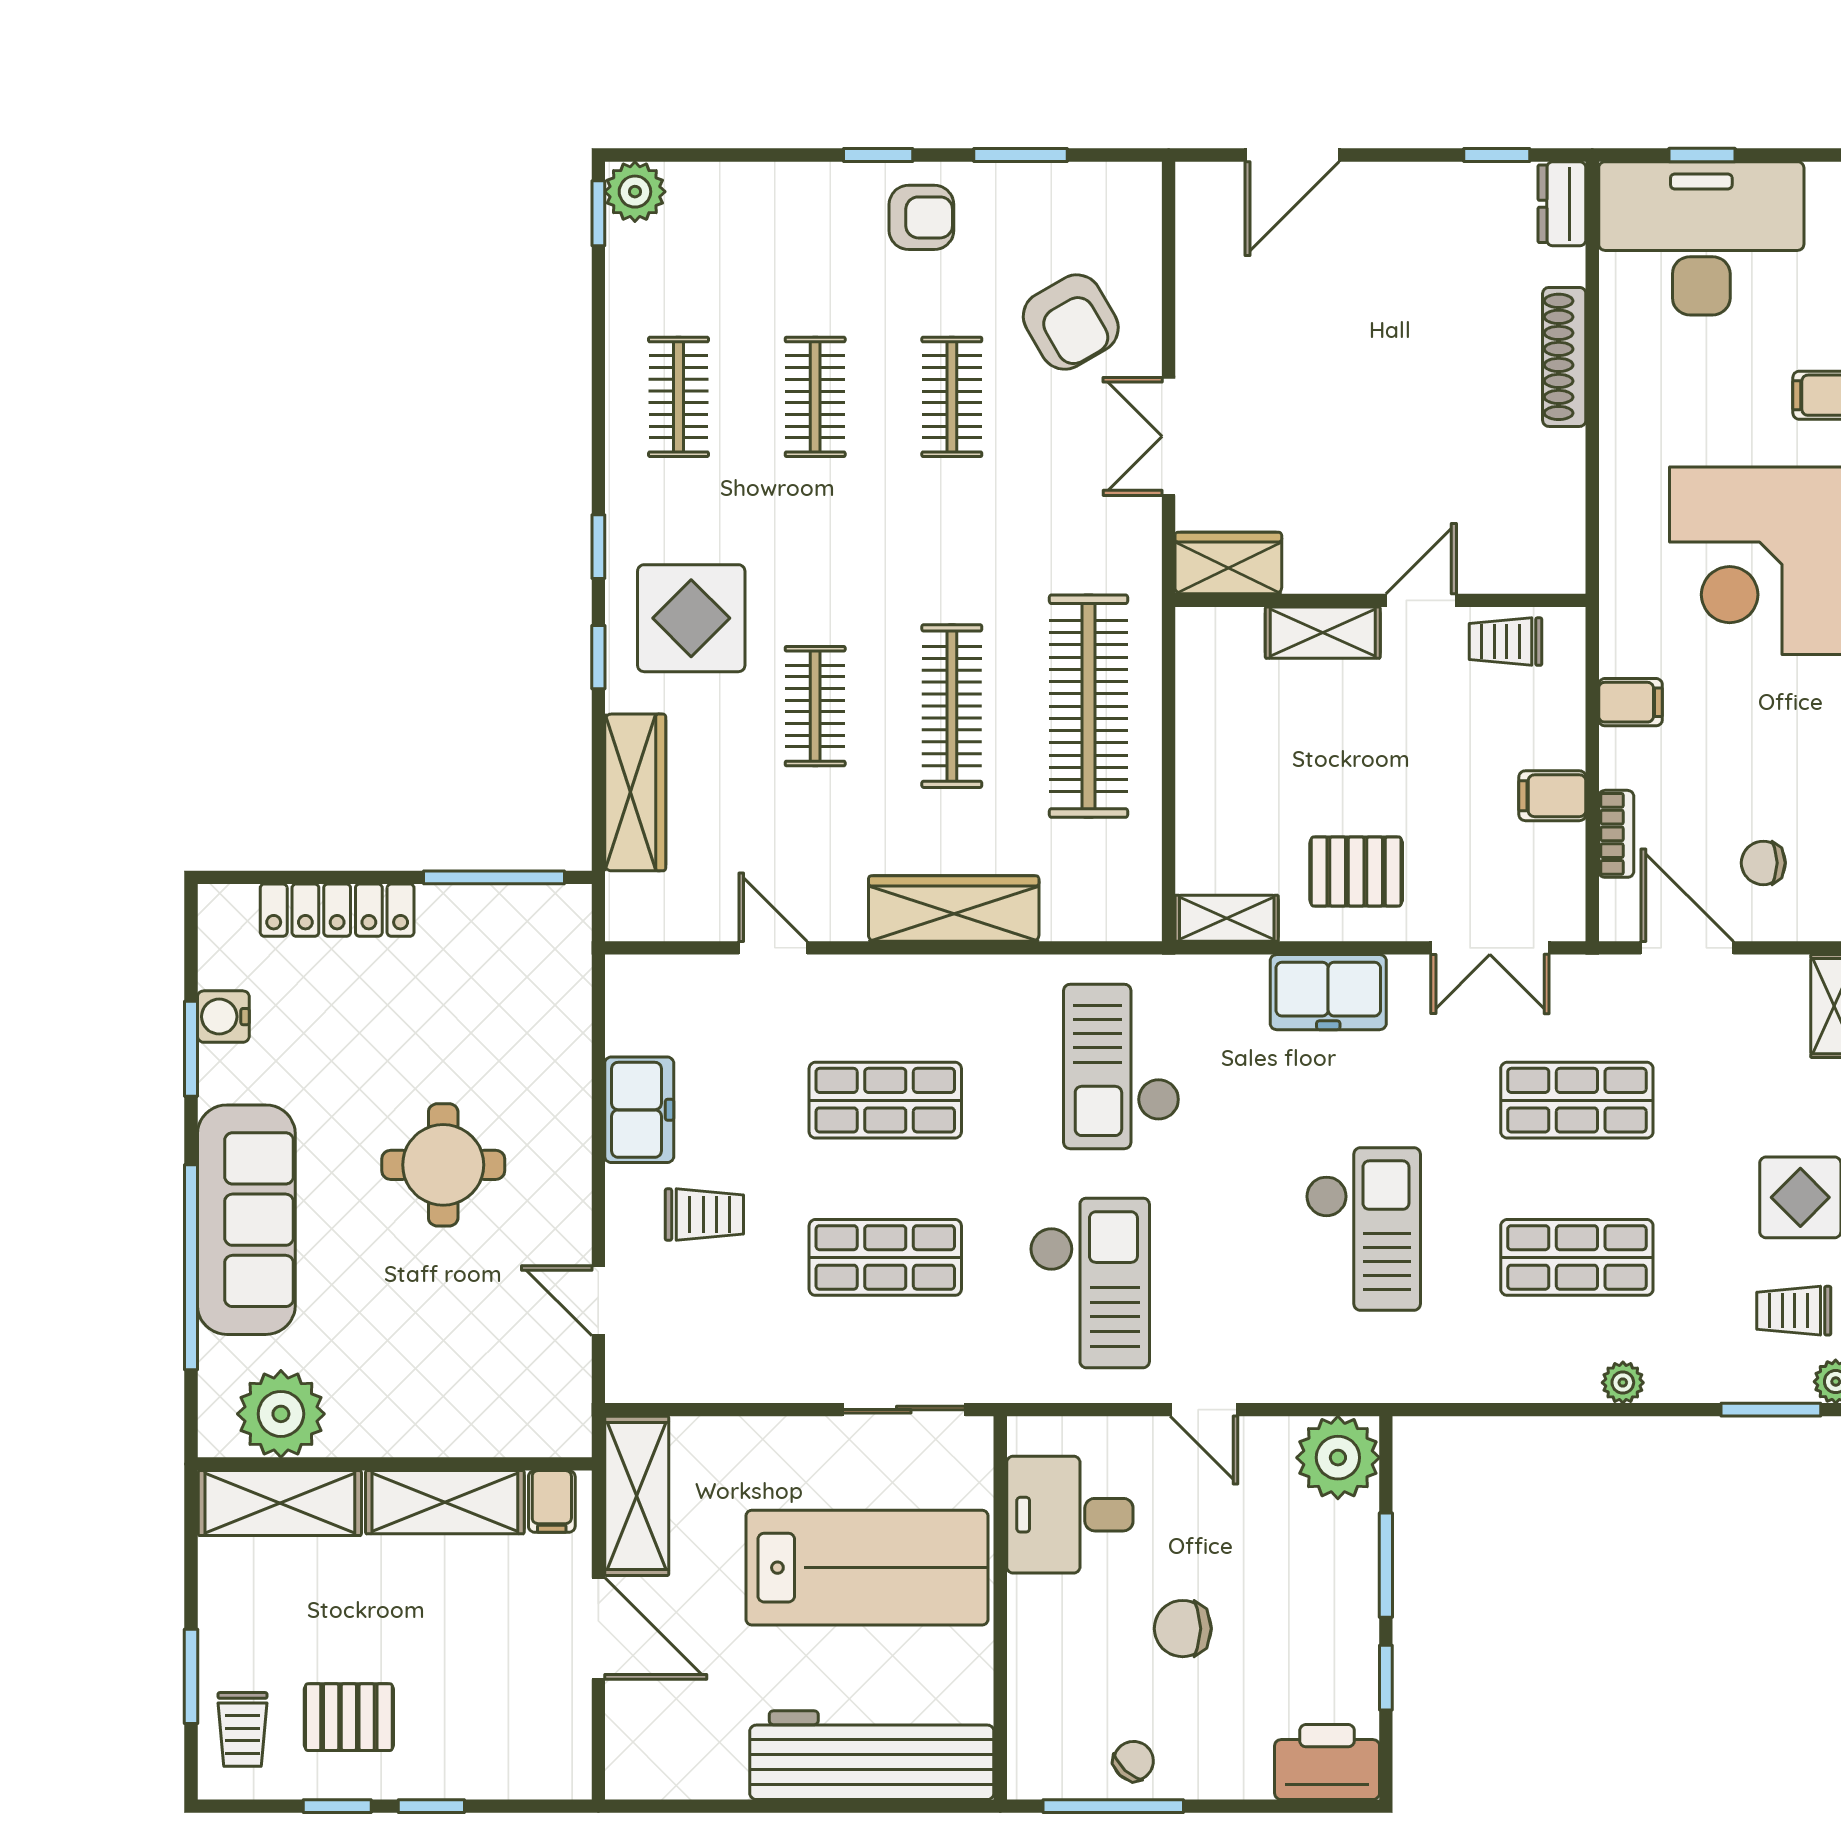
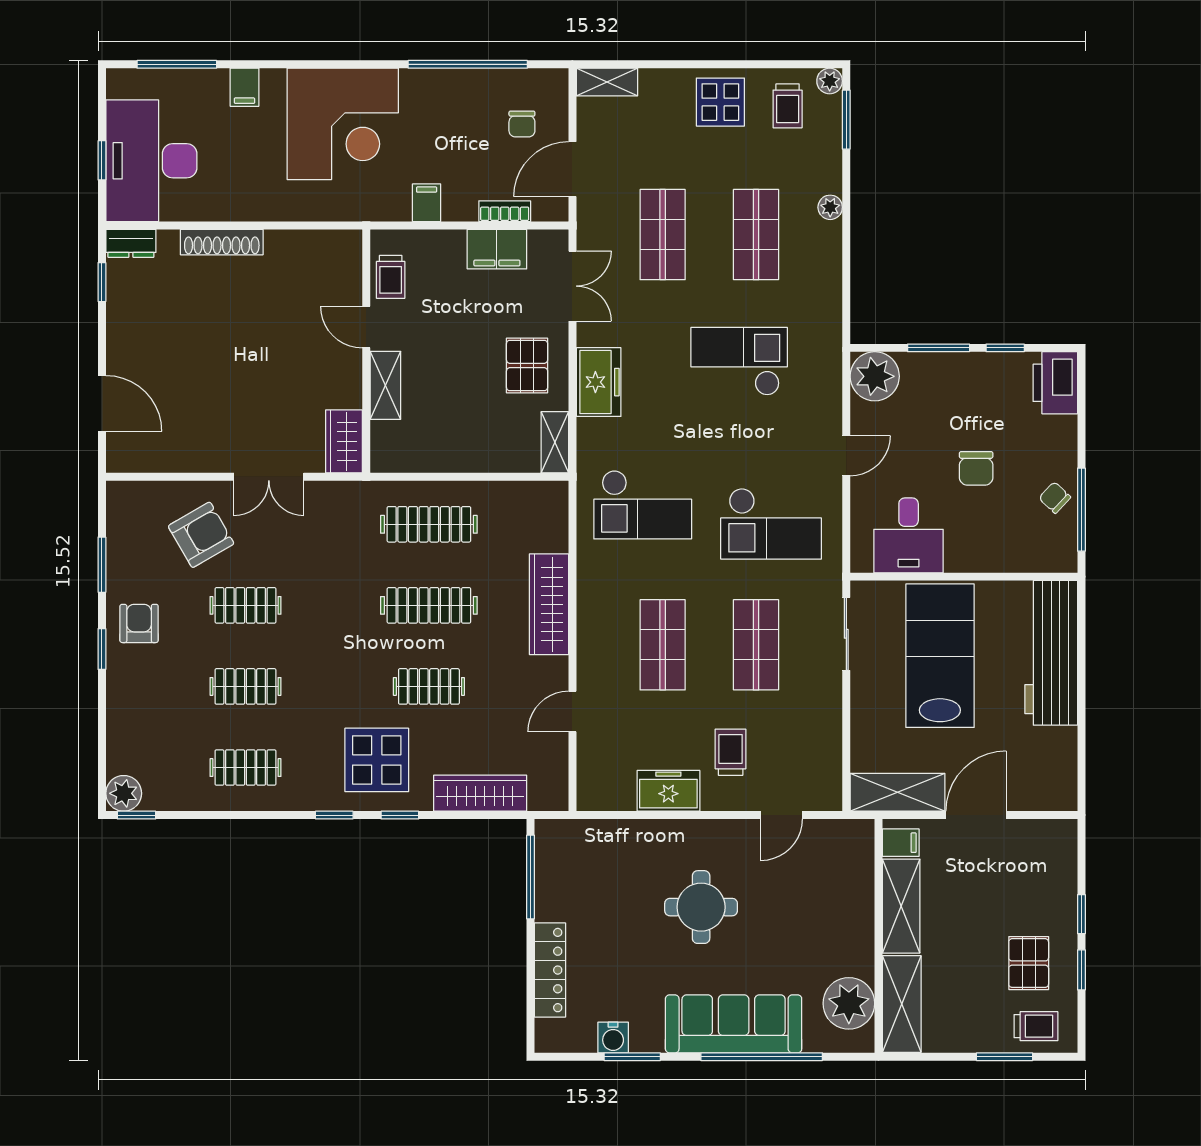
clothes rail: (1088, 706) -> (429, 524), width x0.73, depth x0.76
filing cabinet: (1552, 796) -> (497, 249), width x2.00
checkout: (1090, 1283) -> (771, 524), turned 180

